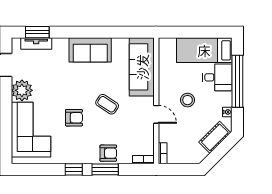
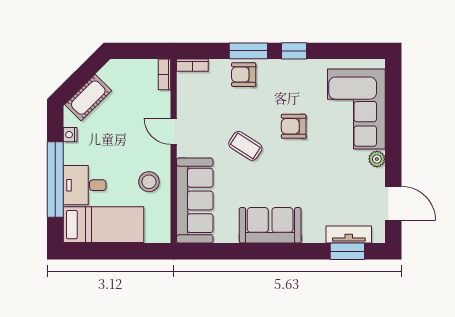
plant: (22, 90) -> (377, 159), width x0.53, depth x0.53
stool: (188, 100) -> (149, 182), moved

